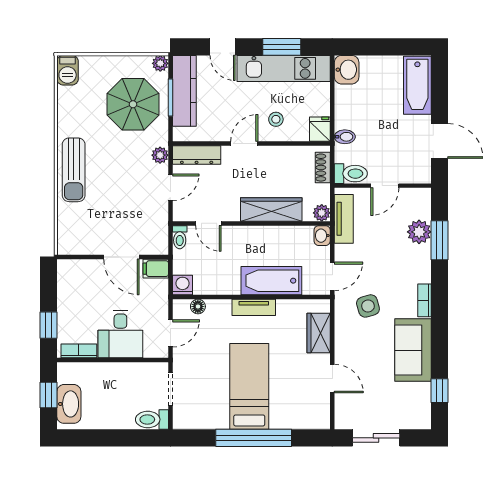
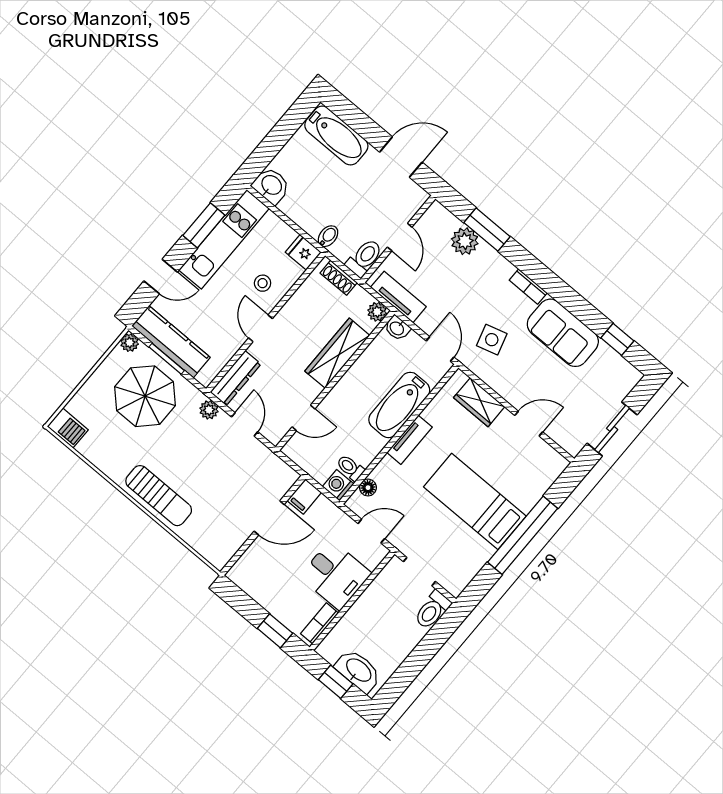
toilet: (180, 237) -> (350, 468), moved, turned 180
door: (170, 333) -> (371, 531), hinge flipped

